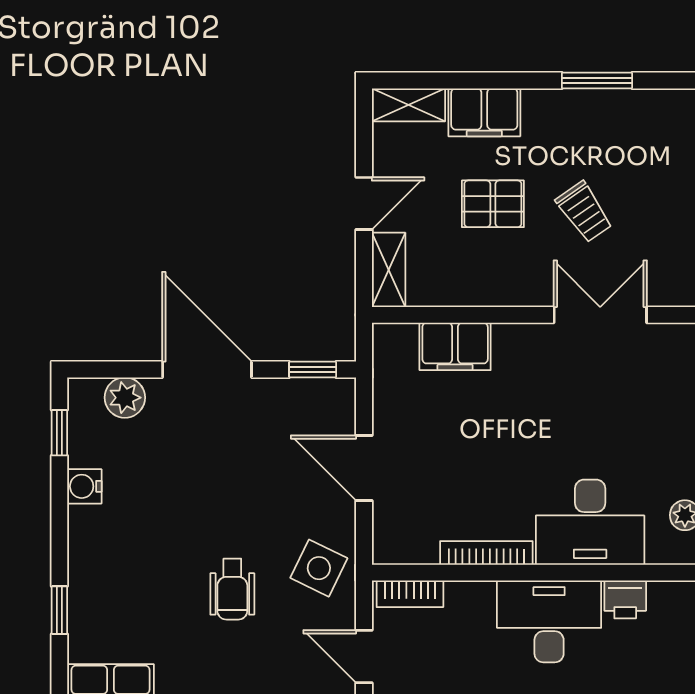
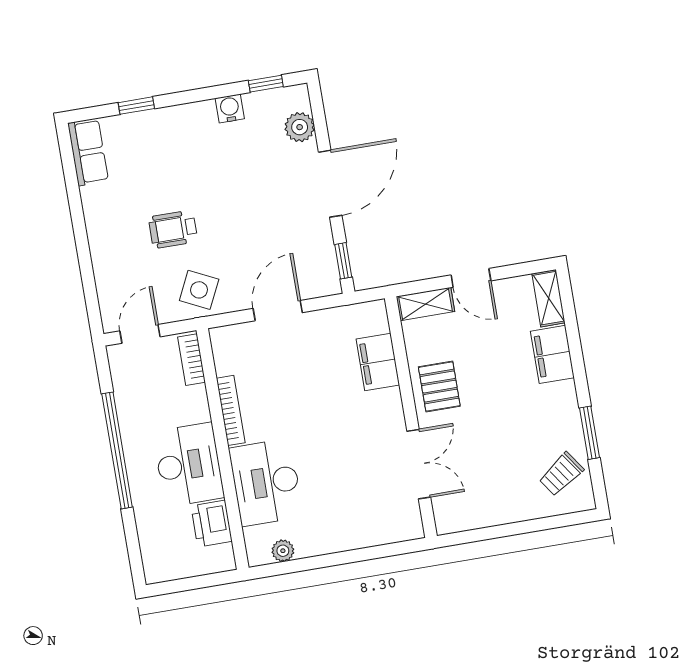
pallet: (493, 204) -> (439, 387), moved
trolley: (584, 212) -> (561, 474), moved
printer: (625, 599) -> (212, 524), width x1.36, depth x1.24

